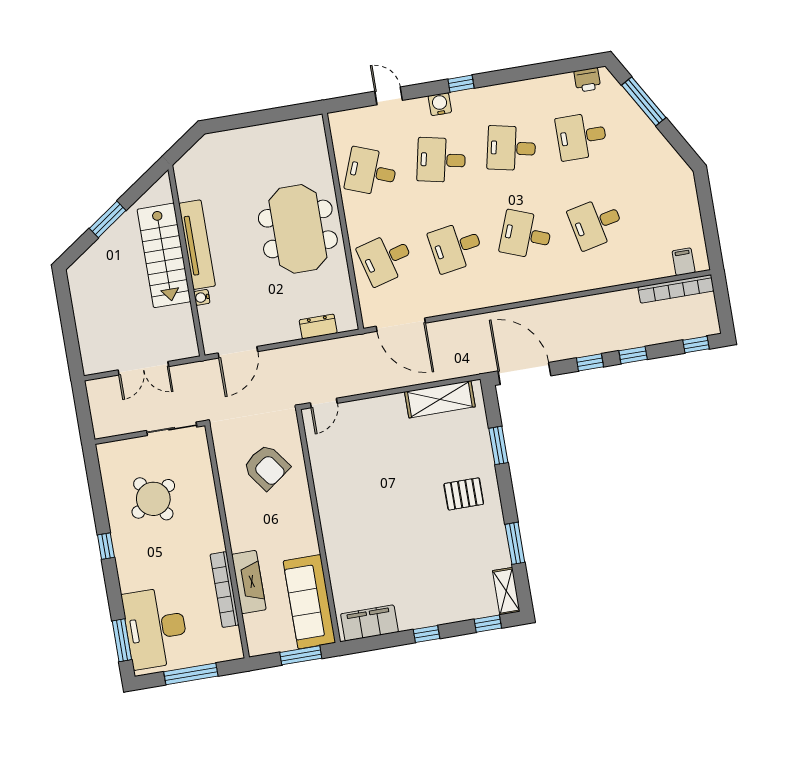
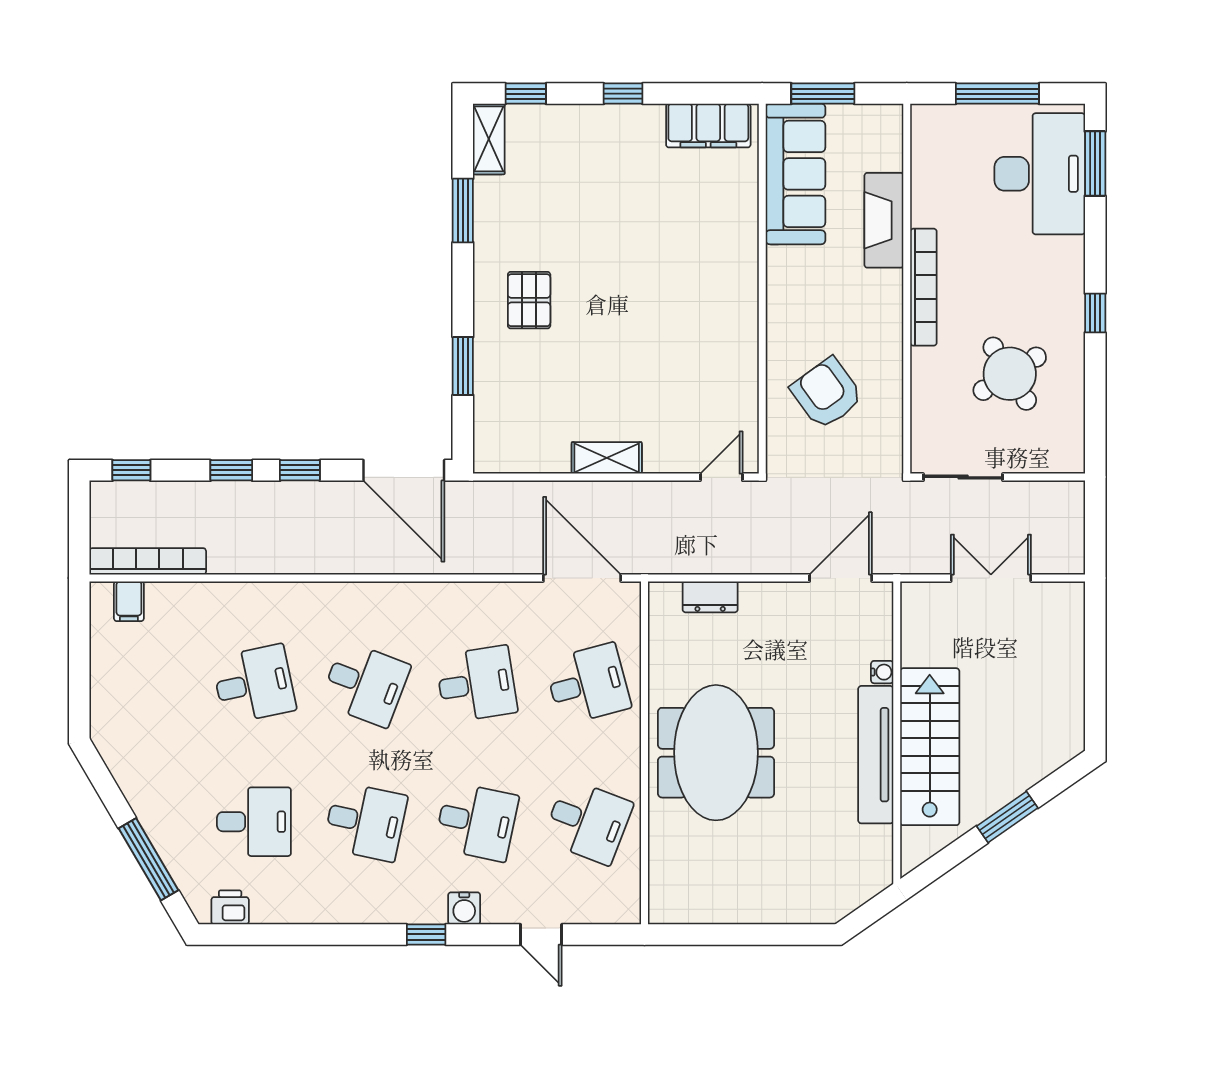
shelving: (440, 399) -> (607, 458), moved, width x0.67, depth x0.75
pallet: (464, 494) -> (529, 300), turned 90
bookcase: (224, 590) -> (923, 287), moved

